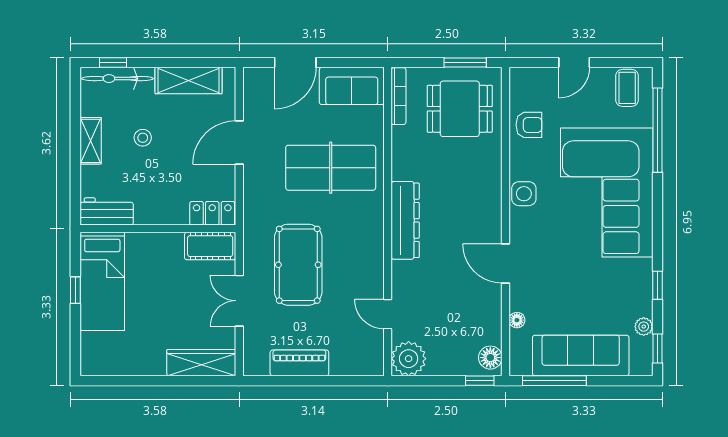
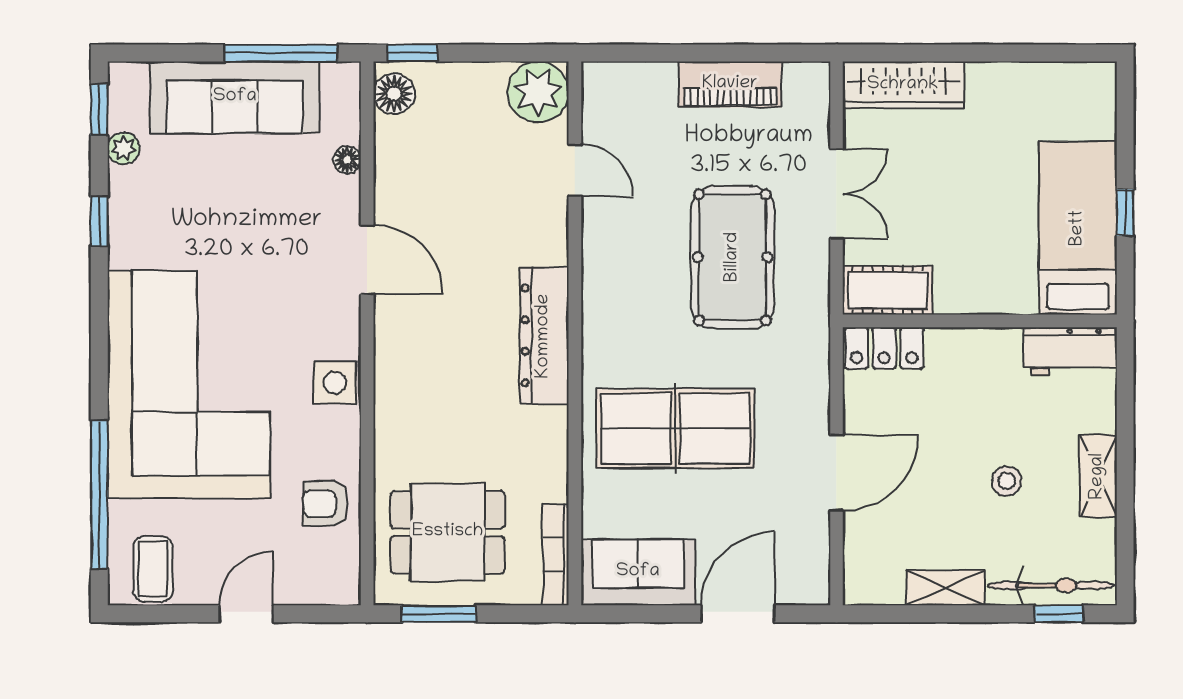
shelving: (189, 81) -> (945, 588), width x0.67, depth x0.75

